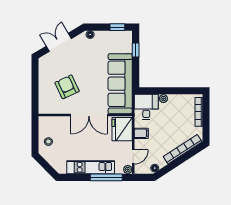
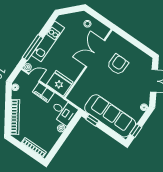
window: (136, 50) -> (92, 120), moved
sofa: (120, 84) -> (110, 116), moved
armchair: (67, 87) -> (118, 64), turned -64
double door: (89, 115) -> (95, 54), moved
filing cabinet: (141, 133) -> (43, 92), width x2.00
door: (133, 157) -> (34, 77), swing flipped

